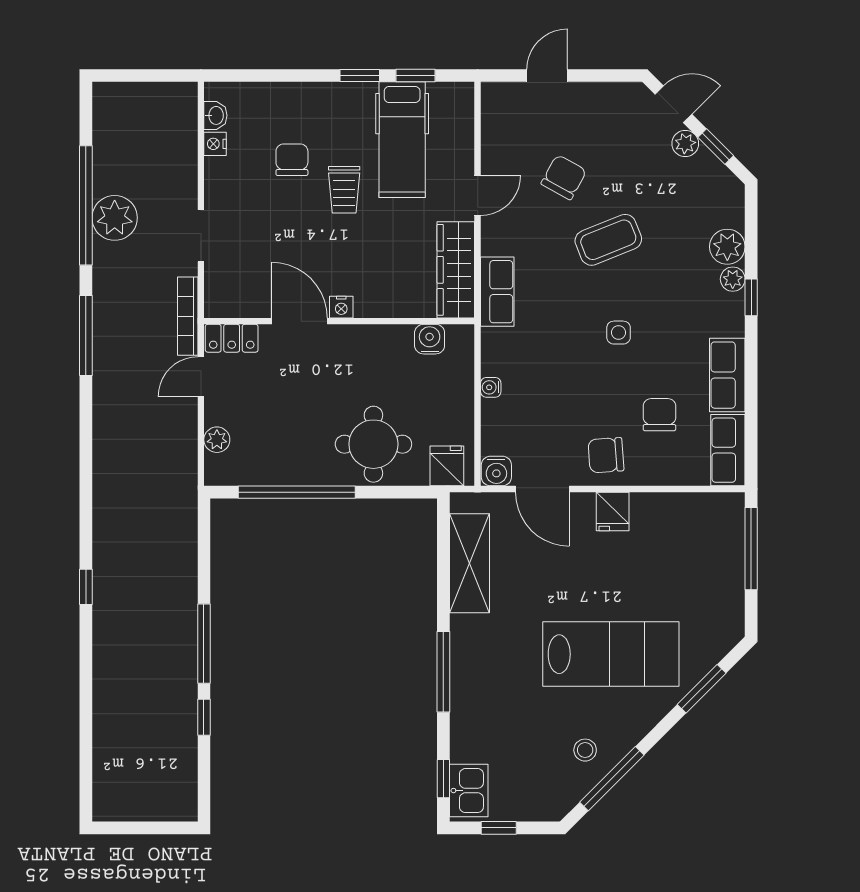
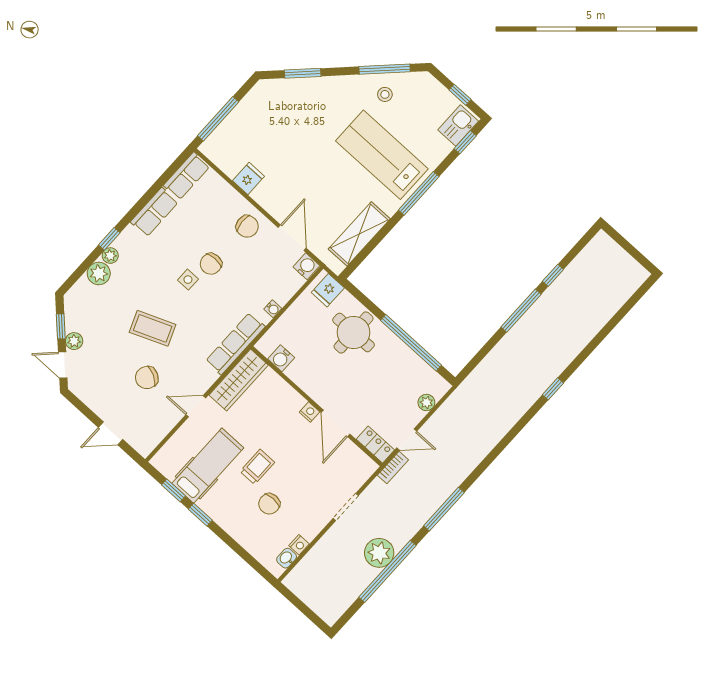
row of seats: (497, 292) -> (235, 344), width x1.48
bookcase: (188, 316) -> (393, 467), width x0.64
chair: (659, 415) -> (211, 264), moved
fridge: (613, 511) -> (248, 178), moved
lab bench: (611, 654) -> (382, 155), moved

